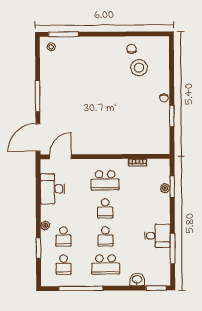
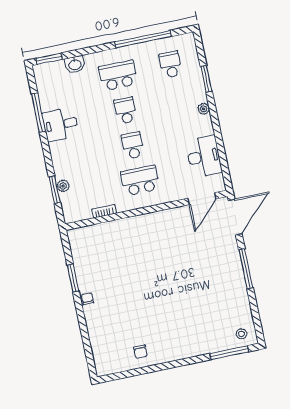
stool: (139, 68) -> (126, 330), removed
school desk: (63, 237) -> (178, 99), removed

